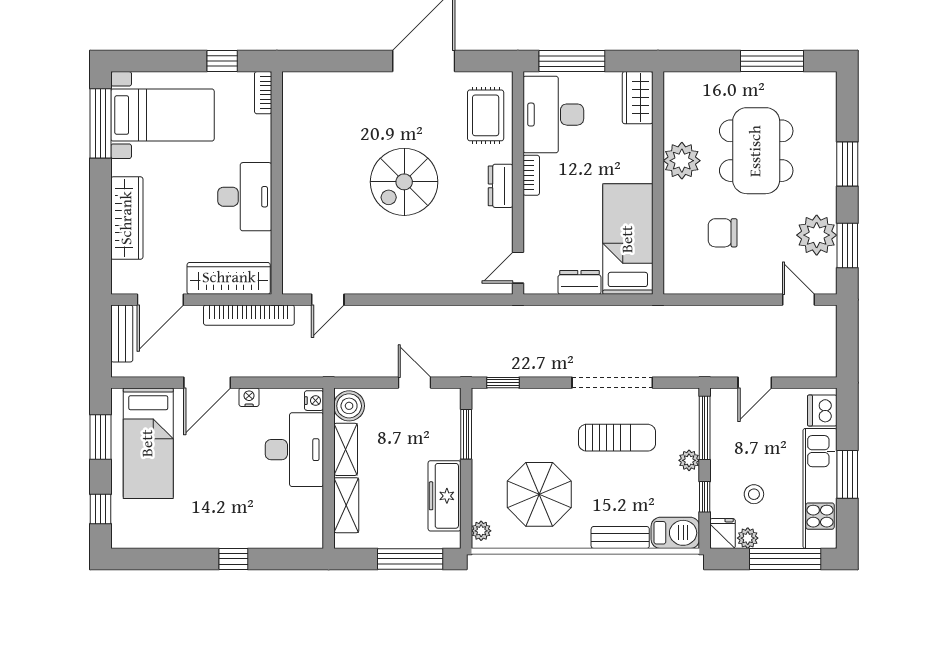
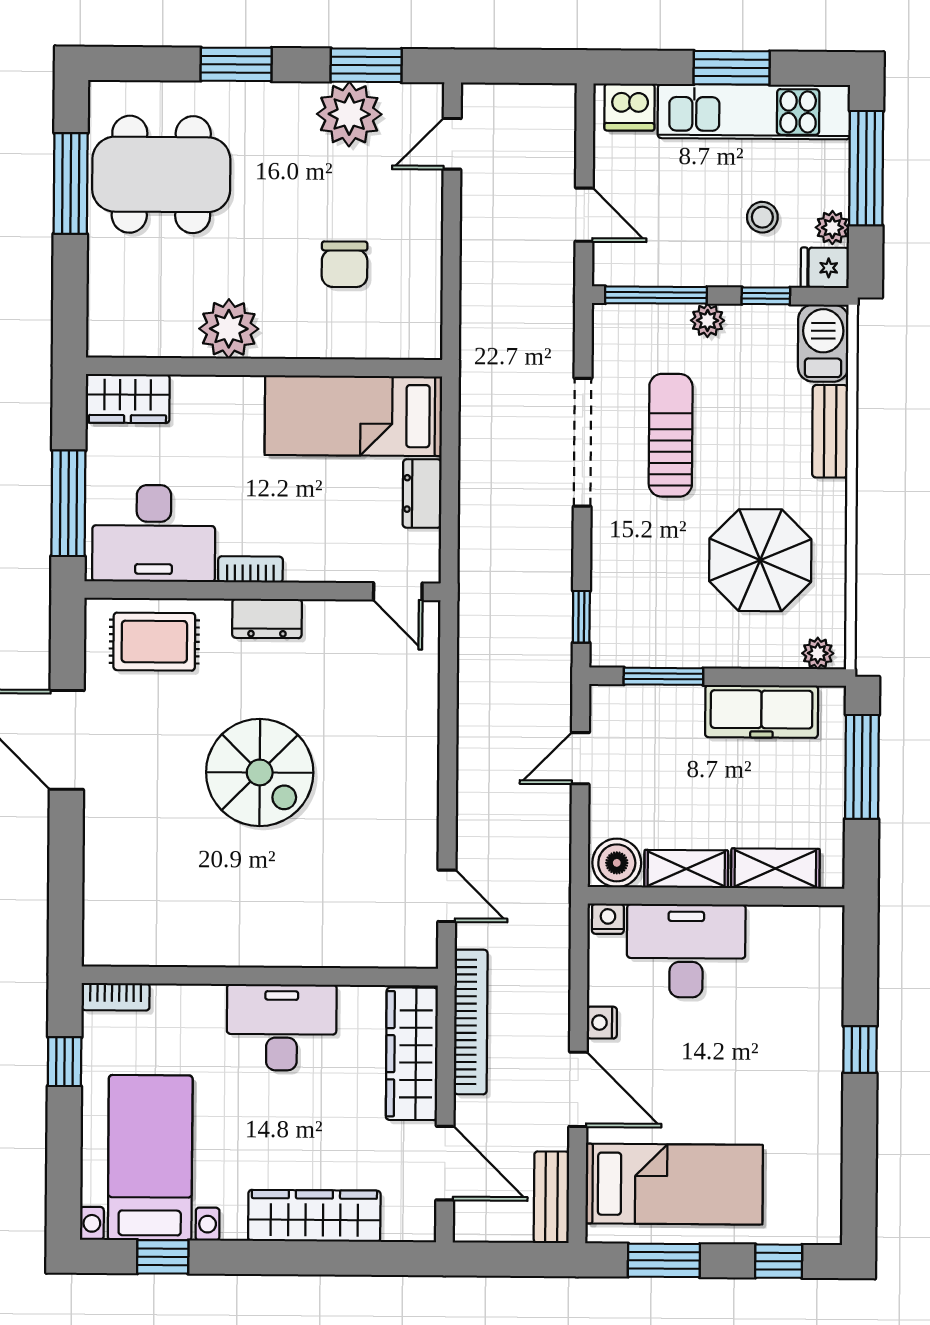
window: (100, 123) -> (163, 1257), width x0.46
dining table: (756, 151) -> (161, 174), moved
bench: (122, 333) -> (552, 1197), moved, turned 90

